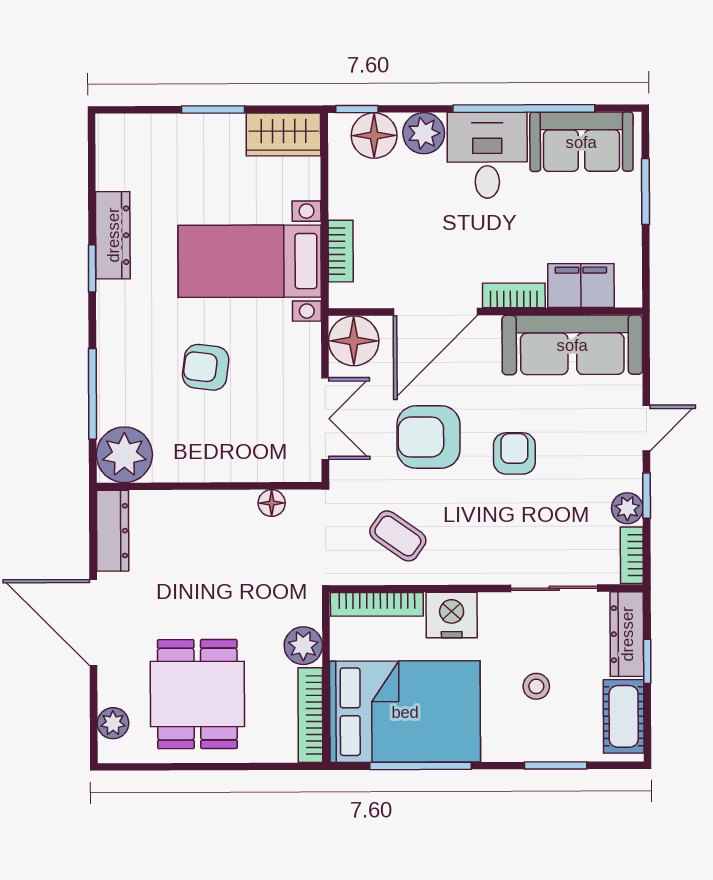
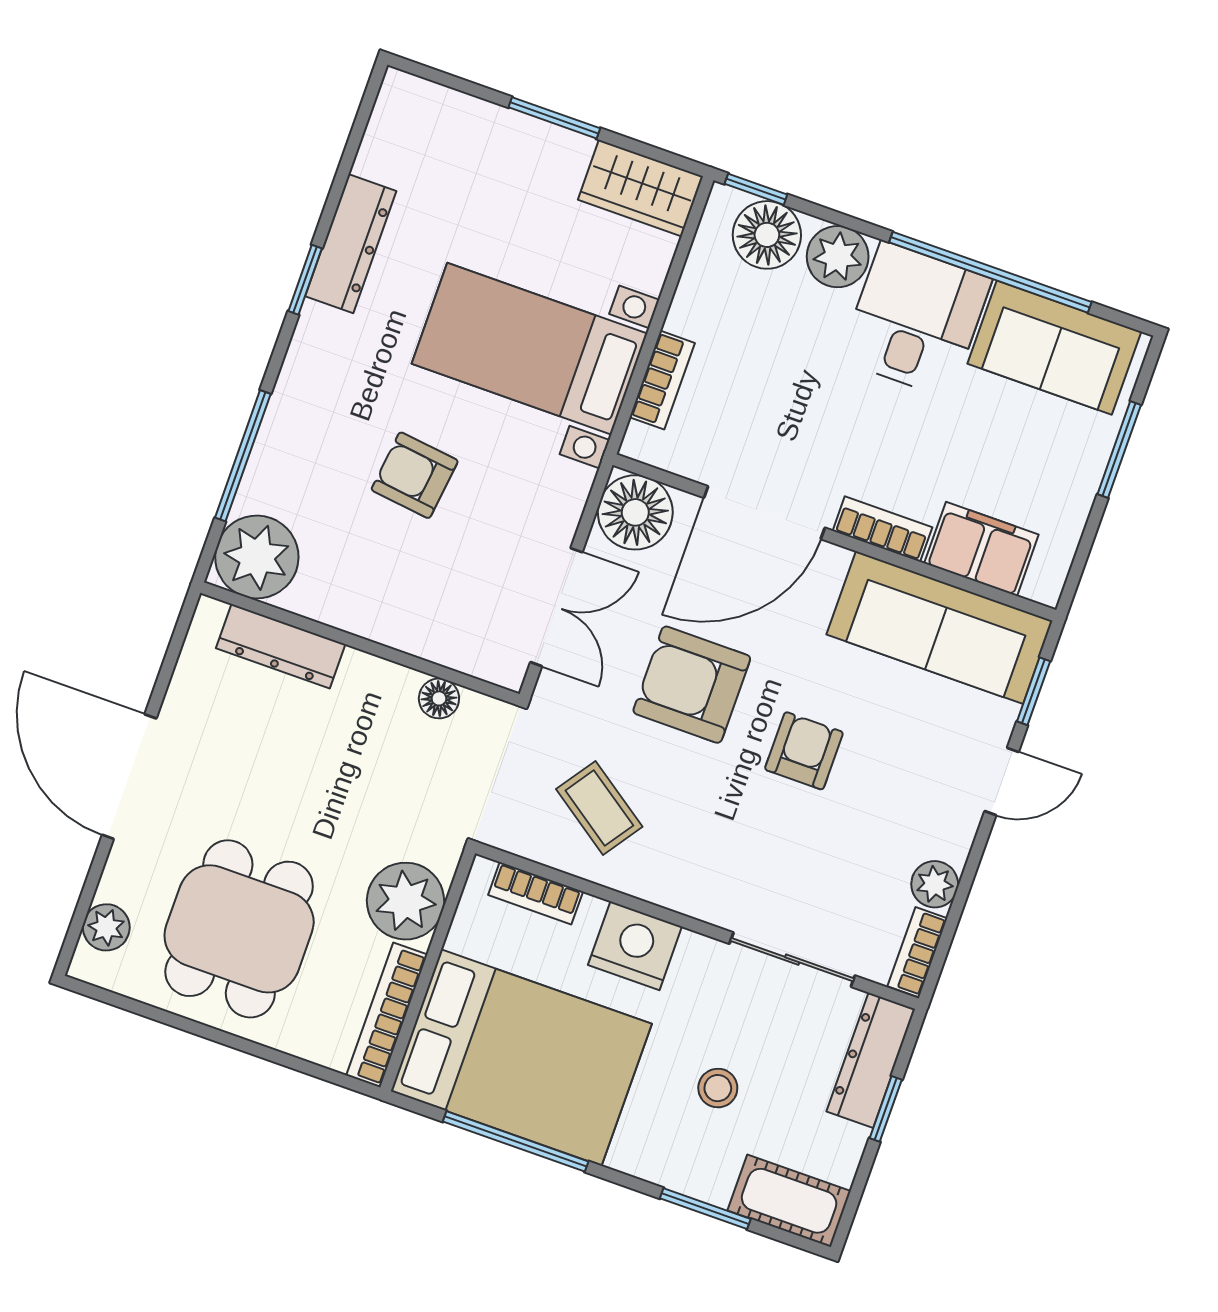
window: (647, 496) -> (1034, 691), moved
dresser: (113, 531) -> (281, 646), moved, turned 90
bookcase: (377, 604) -> (536, 893), width x0.64
plant: (303, 646) -> (406, 901), width x1.36, depth x1.36
cot: (624, 716) -> (789, 1201), moved, turned 90

